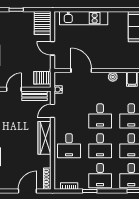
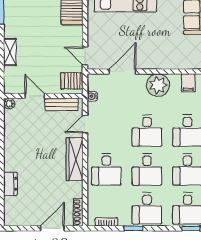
door: (53, 48) -> (85, 56), moved
door: (81, 71) -> (122, 72), hinge flipped
plant: (113, 77) -> (158, 85), width x1.88, depth x1.88
door: (14, 89) -> (35, 96), hinge flipped

